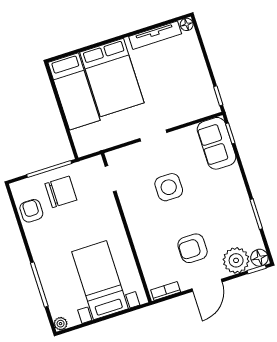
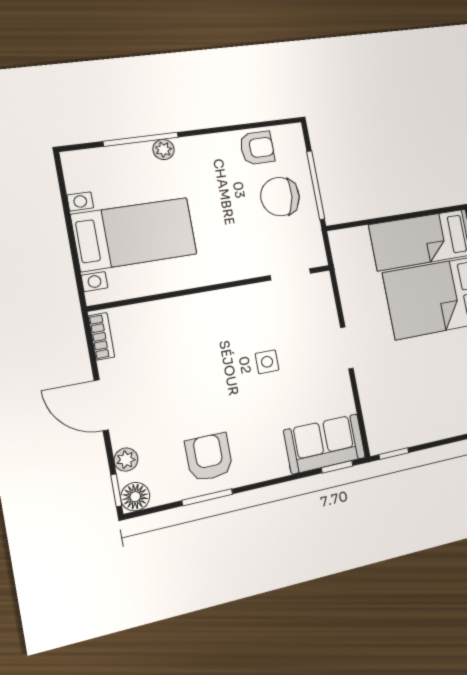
side table: (169, 187) -> (267, 362), width x0.54, depth x0.54
chair: (61, 192) -> (280, 197), turned 98
armchair: (193, 248) -> (209, 457), moved
plant: (236, 260) -> (126, 460), width x0.53, depth x0.53
plant: (61, 324) -> (163, 149), moved

